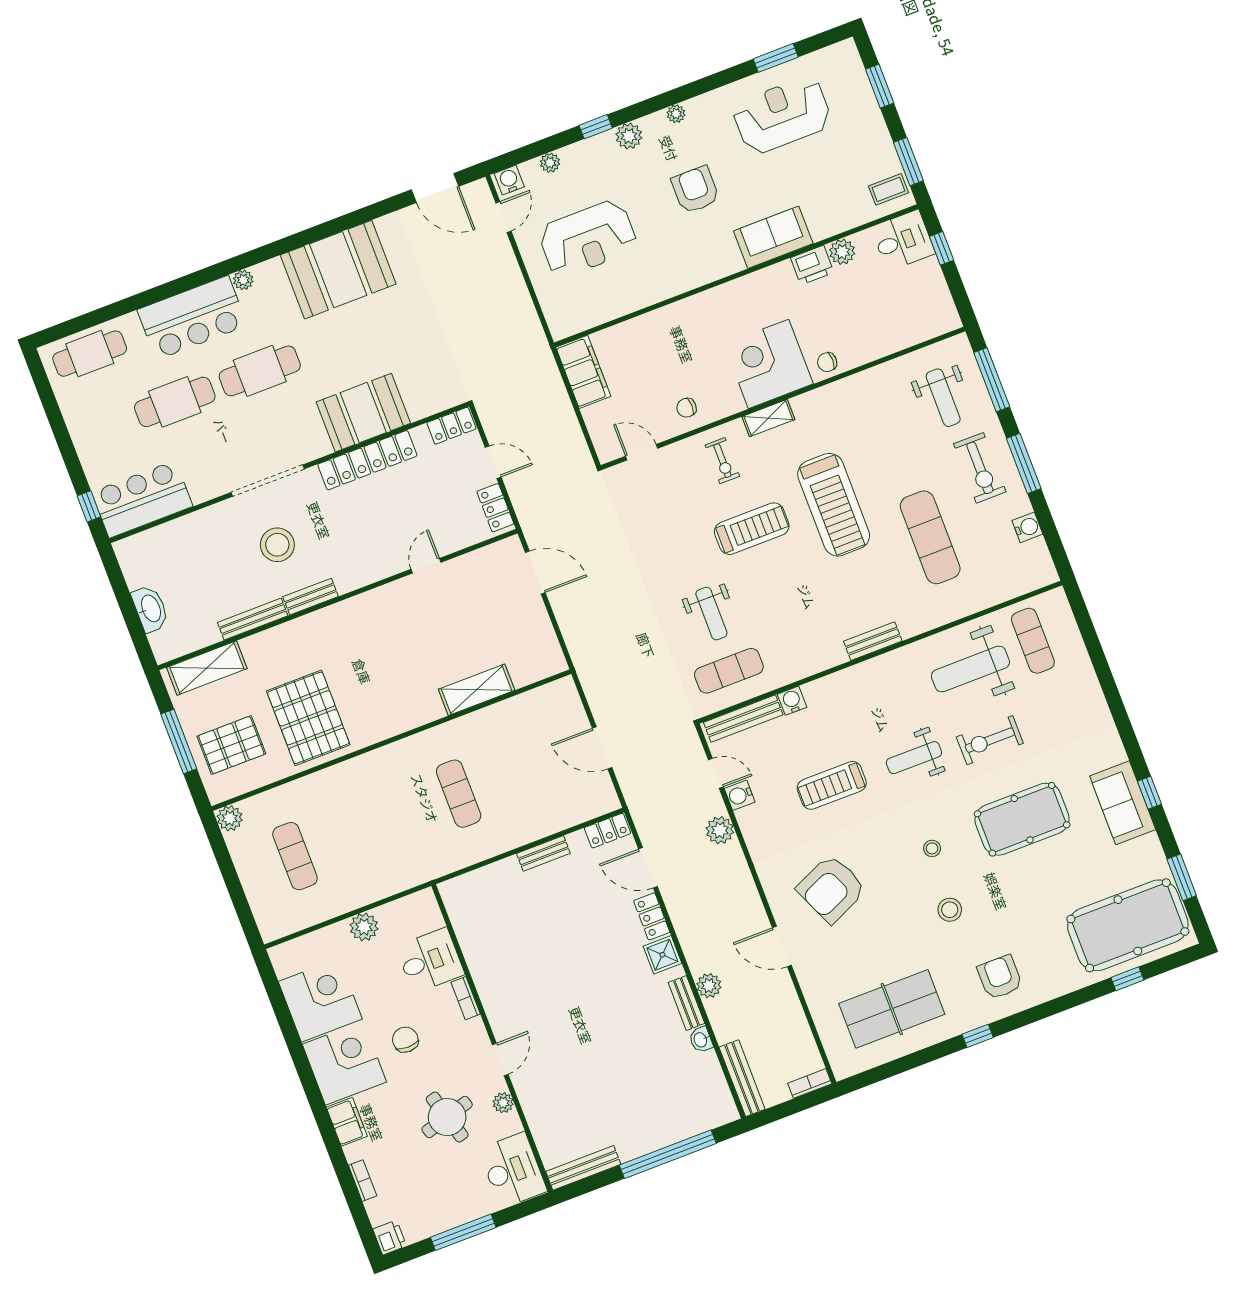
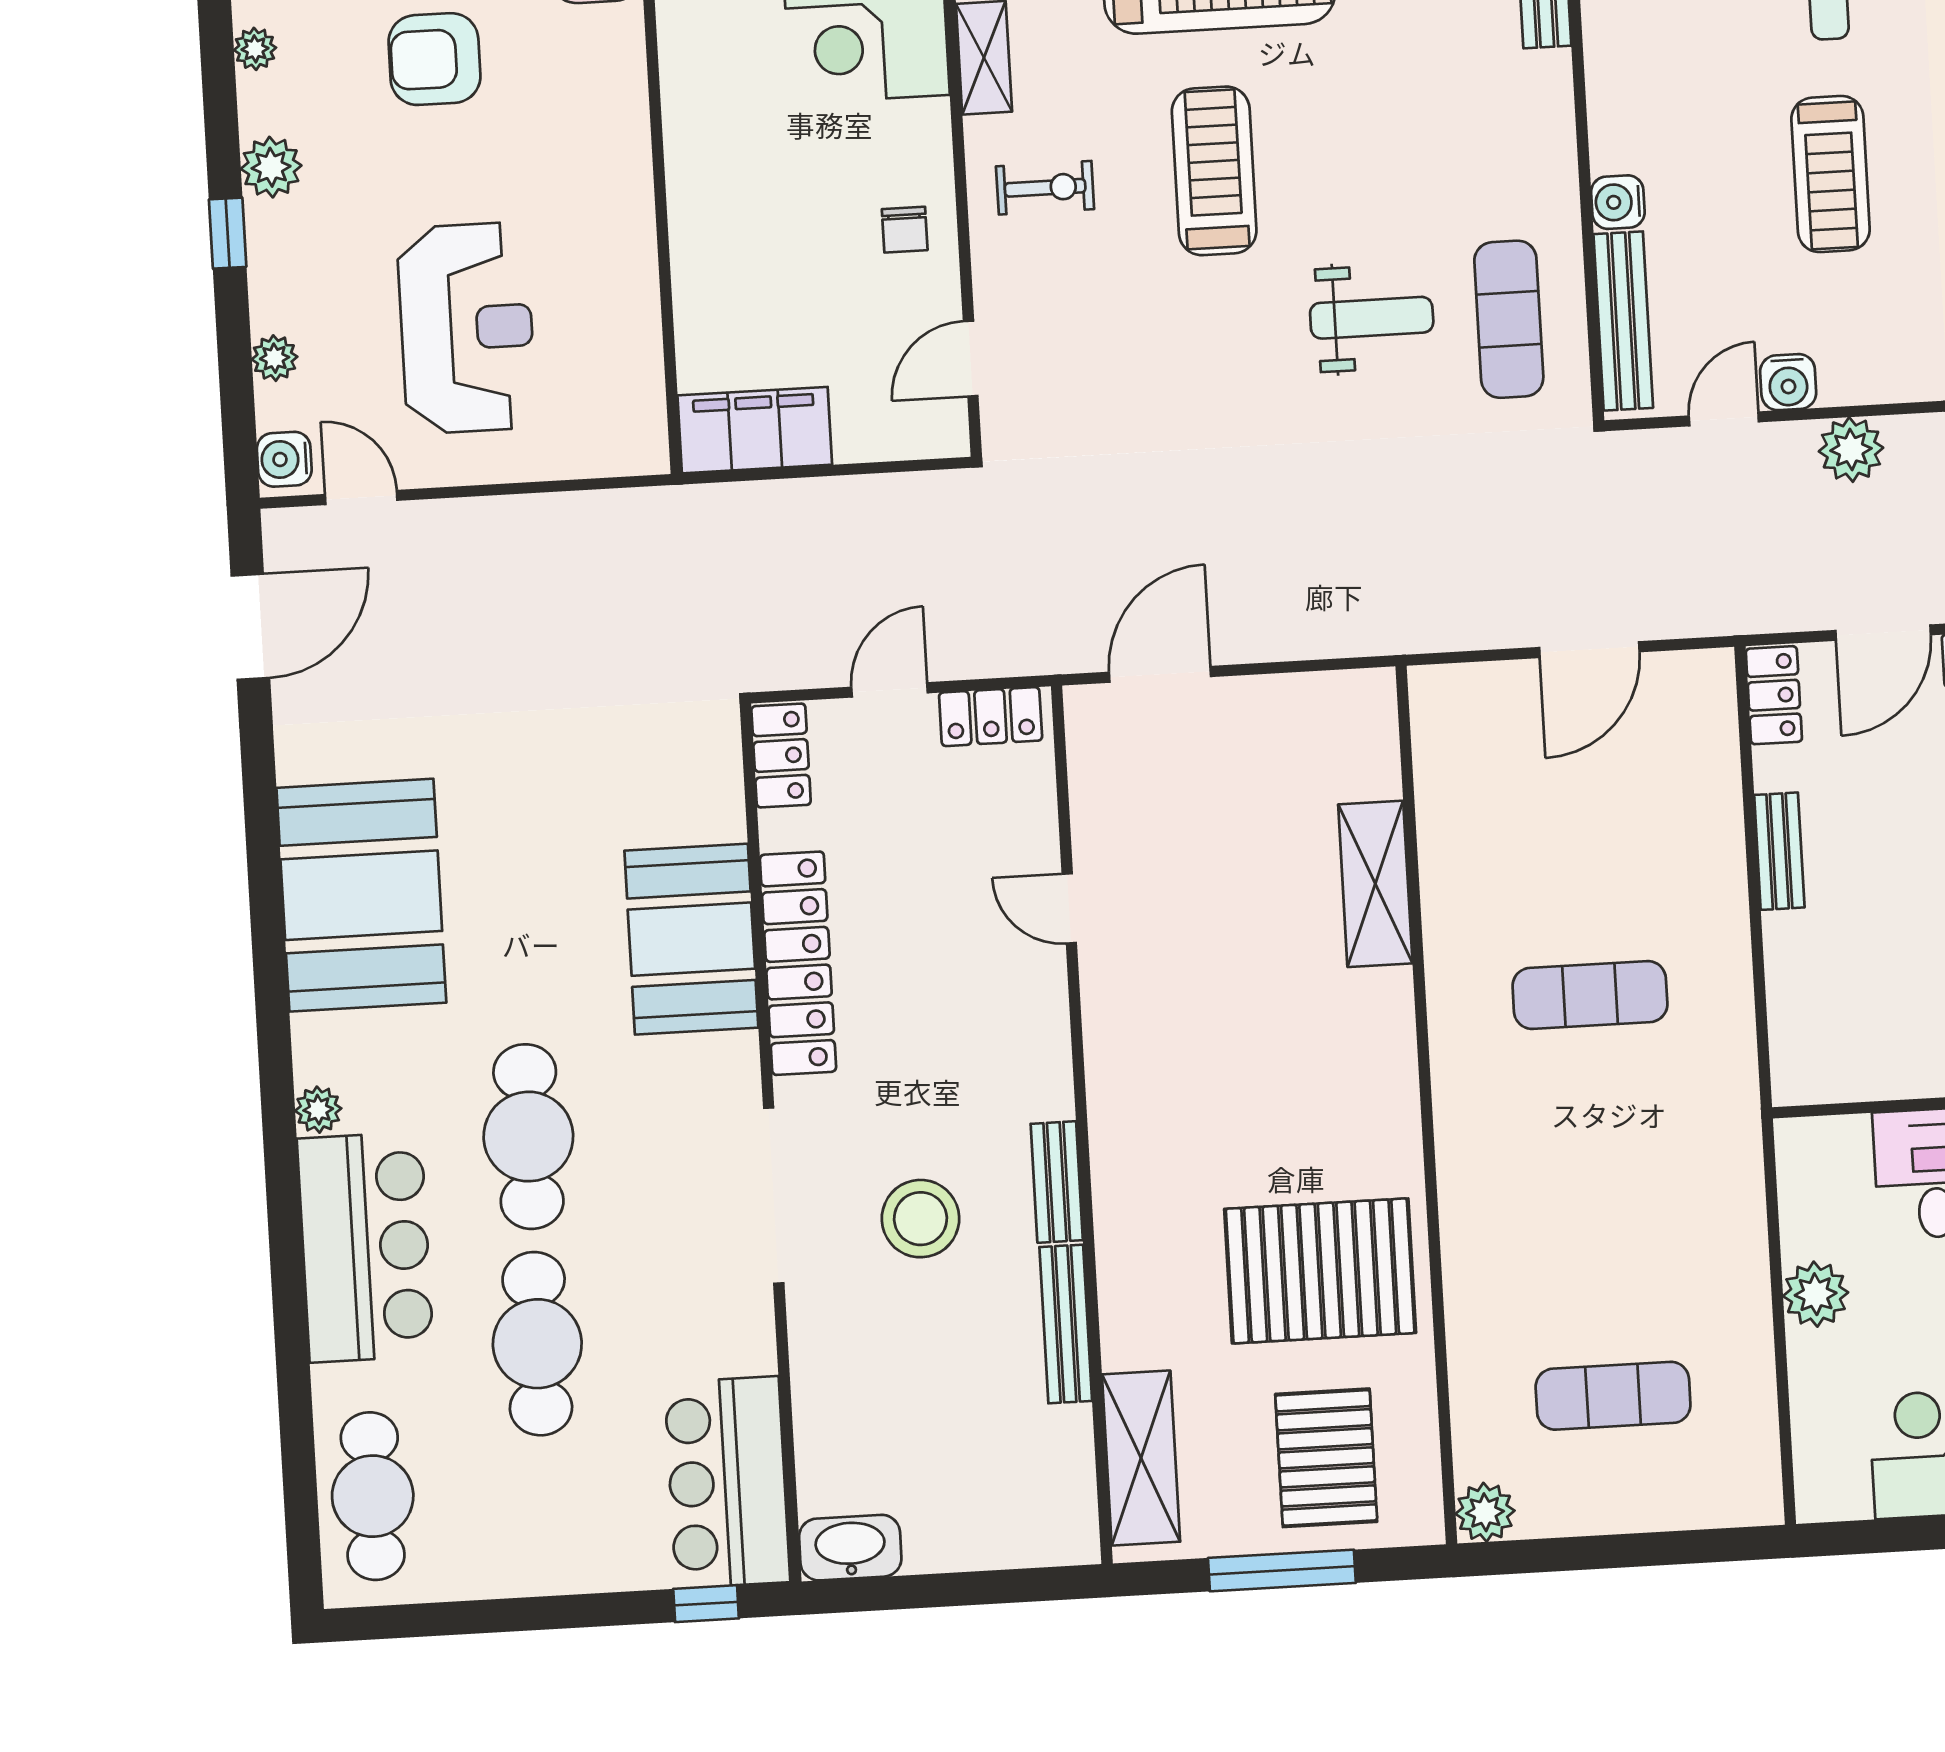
washbasin: (150, 609) -> (850, 1548), moved

